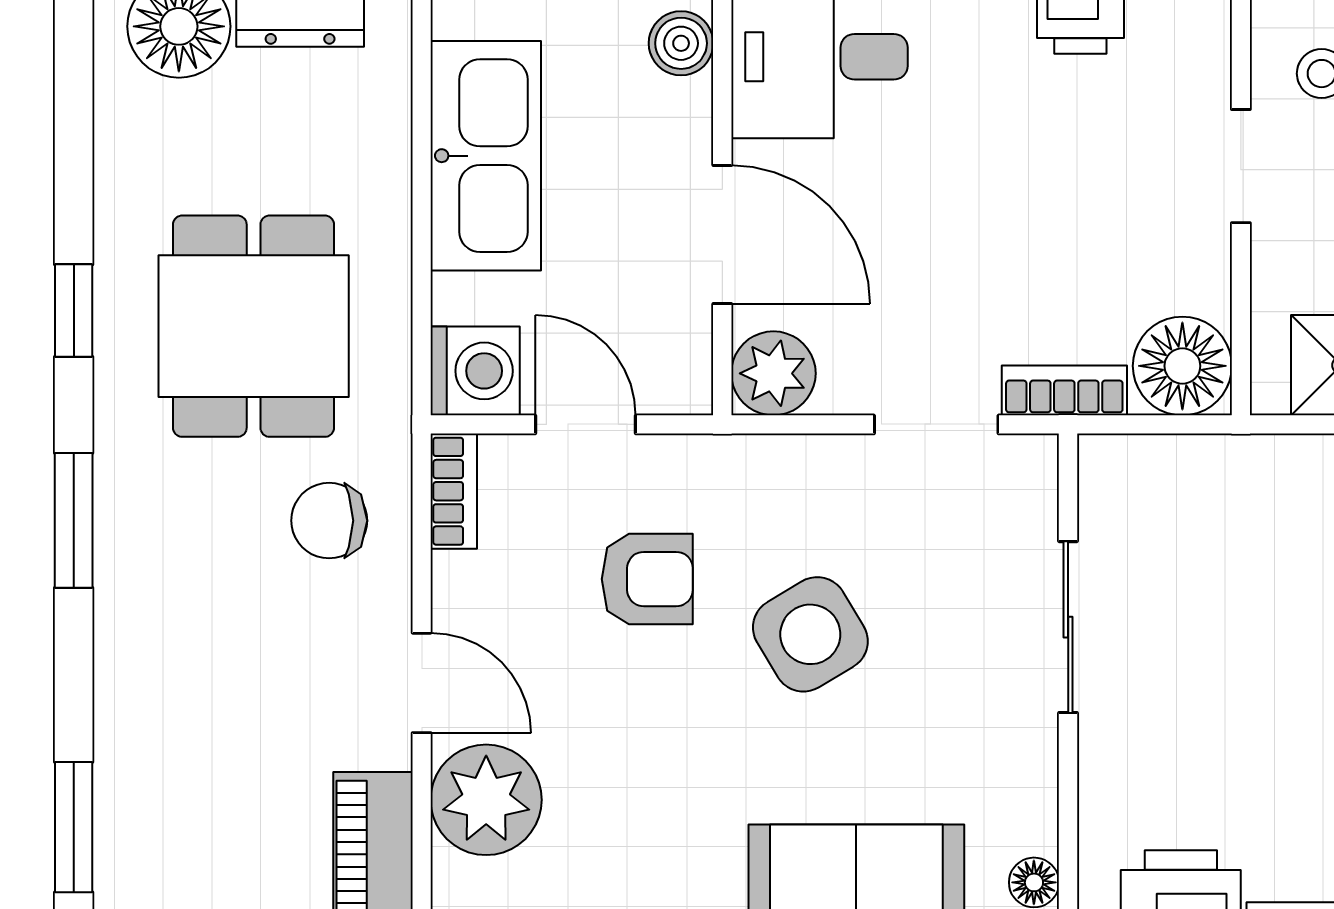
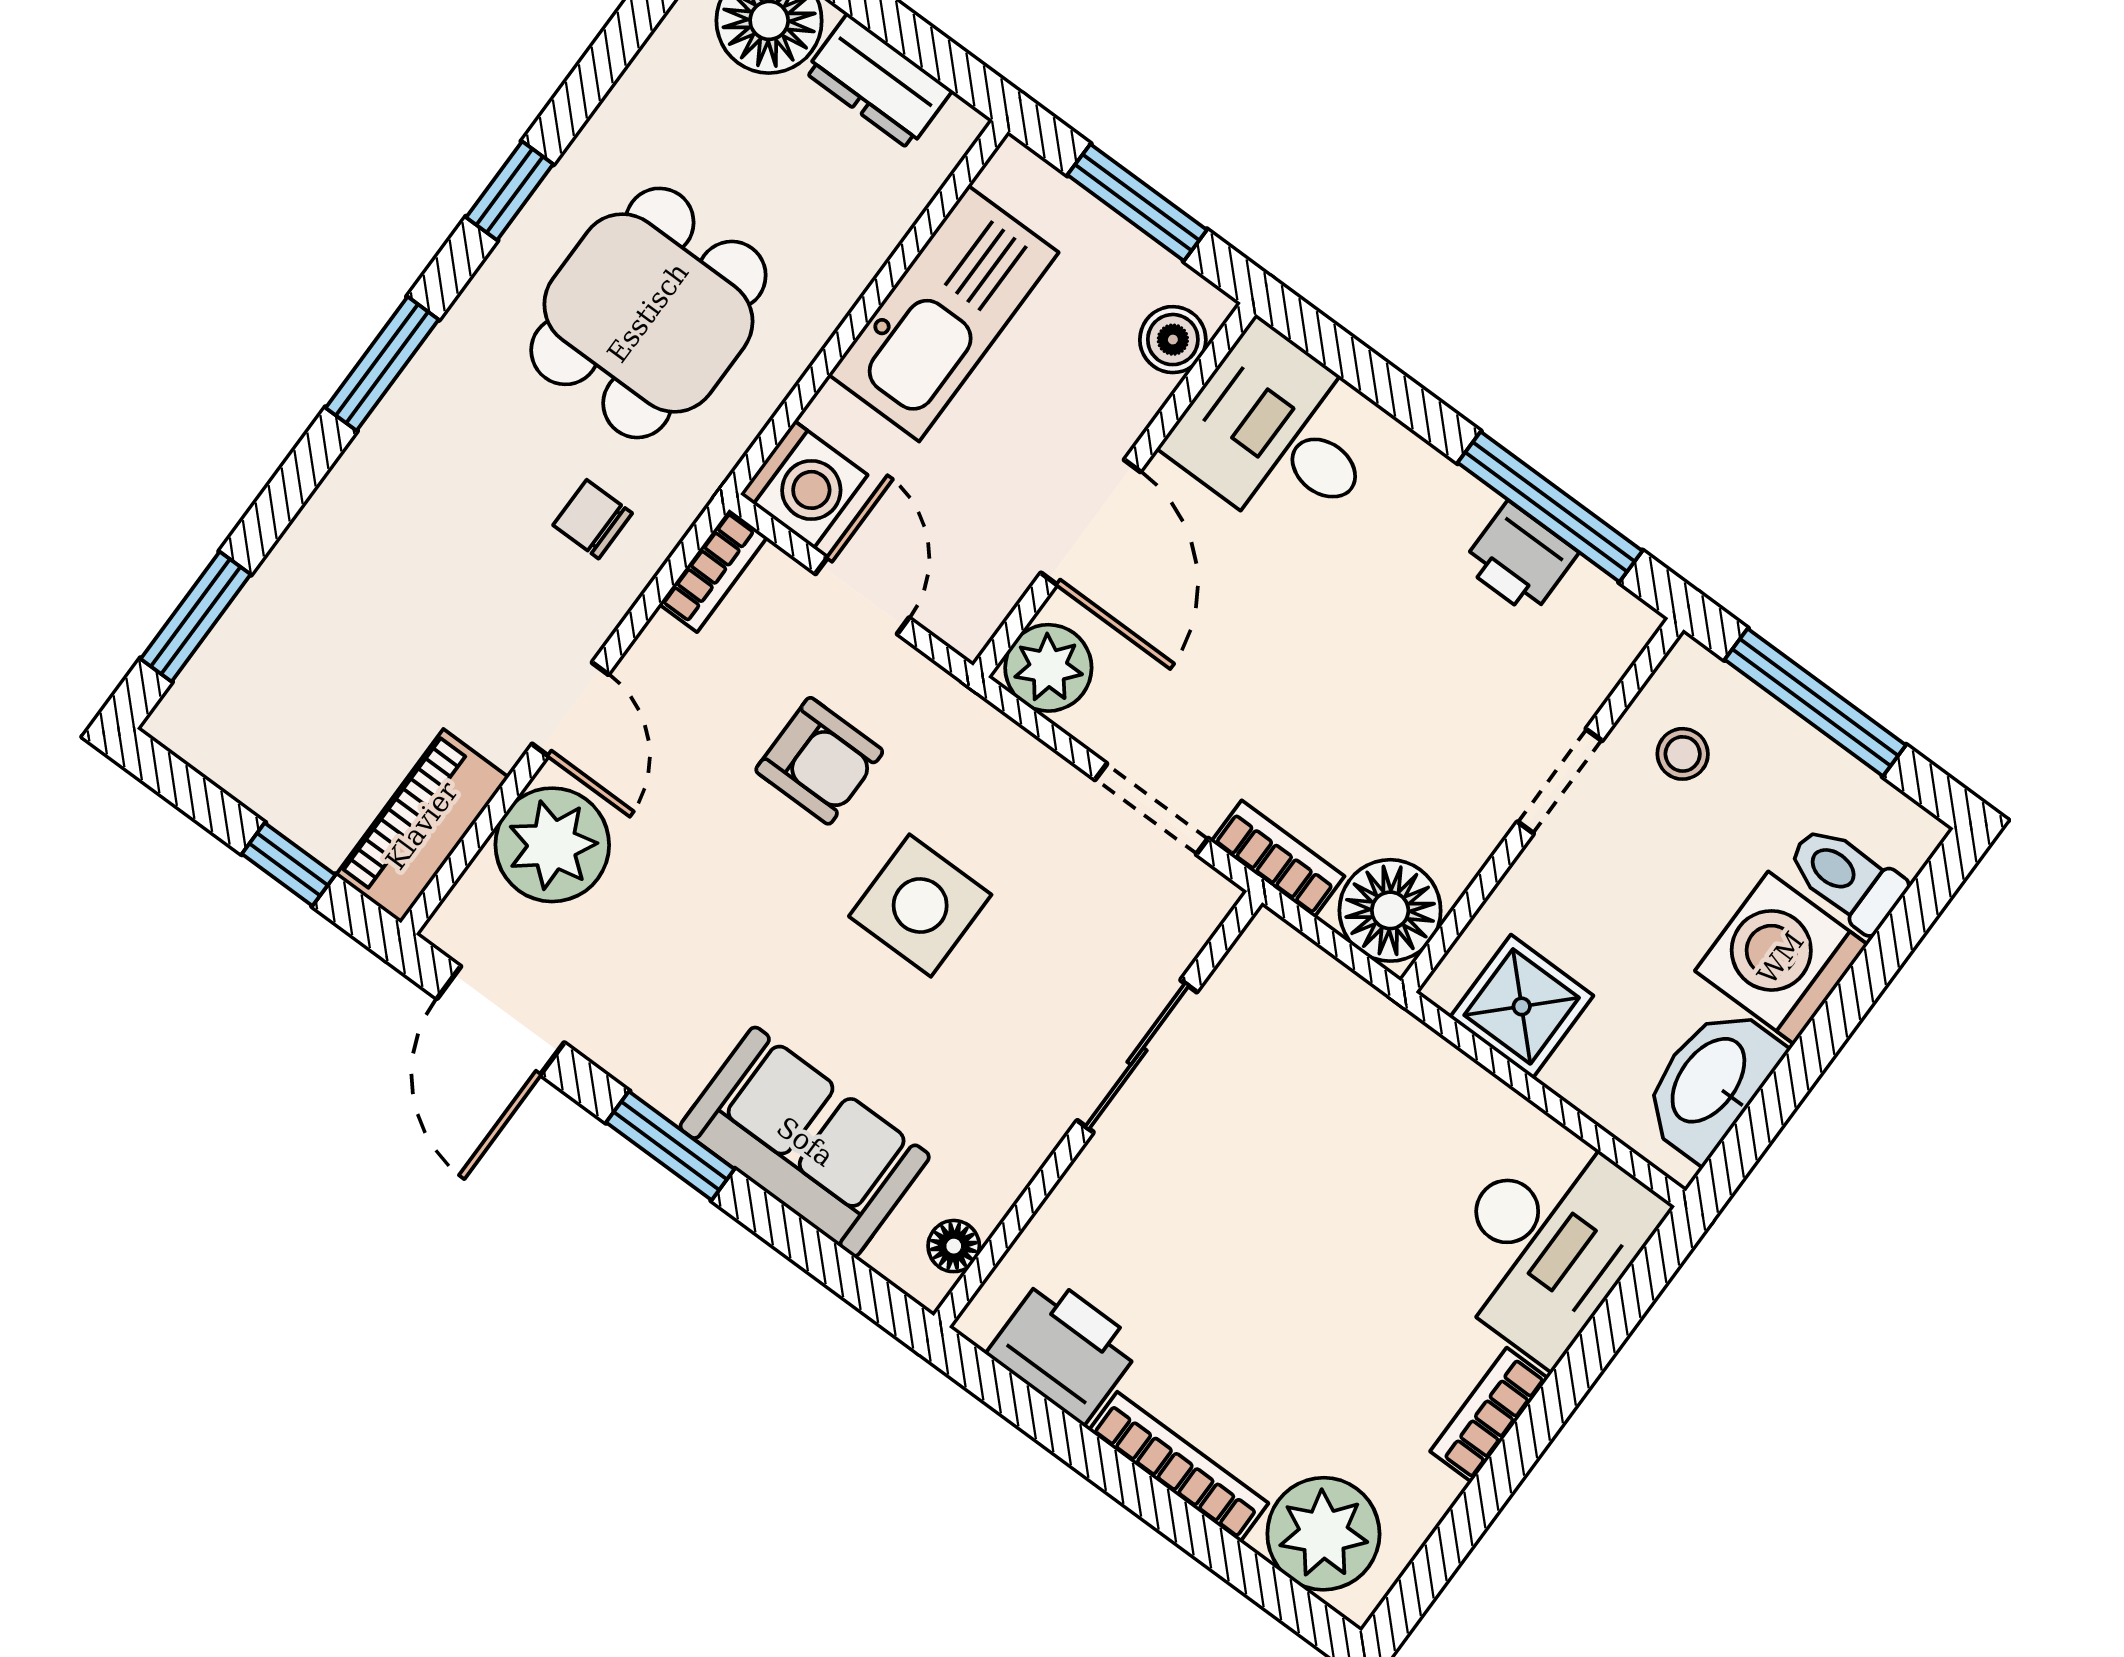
chair: (329, 521) -> (593, 519), width x0.73, depth x0.73
side table: (810, 634) -> (920, 905), turned 31

